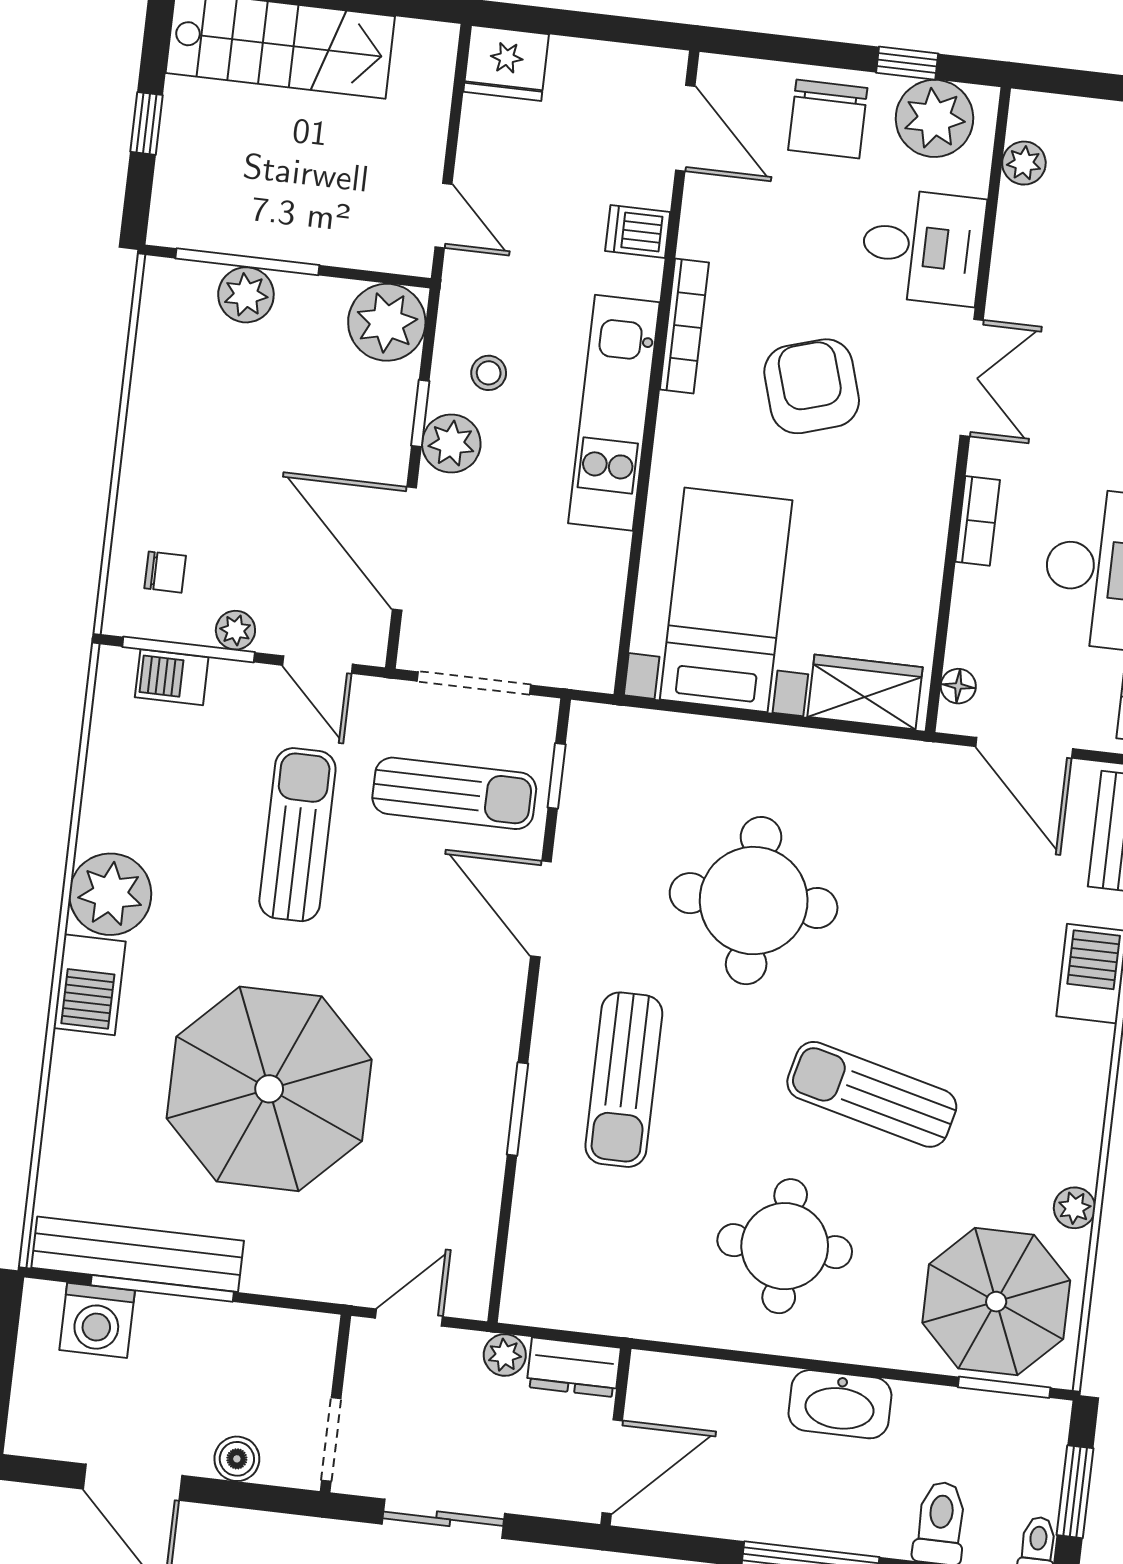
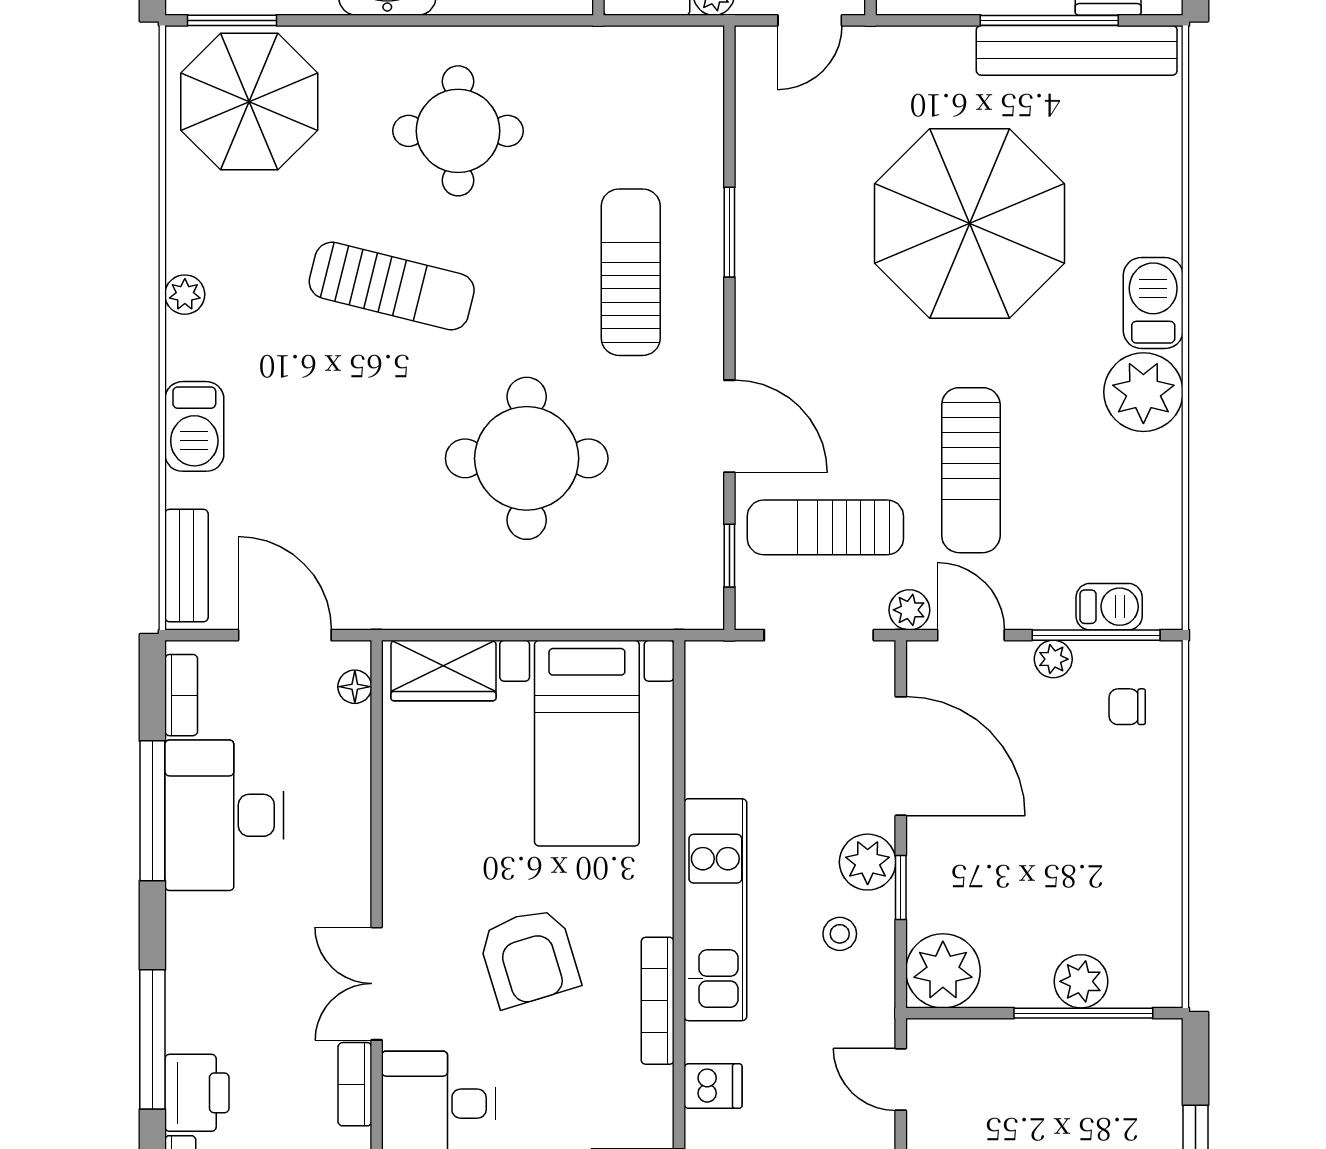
bookcase: (978, 521) -> (355, 1084), moved
plant: (378, 698) -> (909, 610), added
plant: (1075, 1208) -> (185, 295), moved

